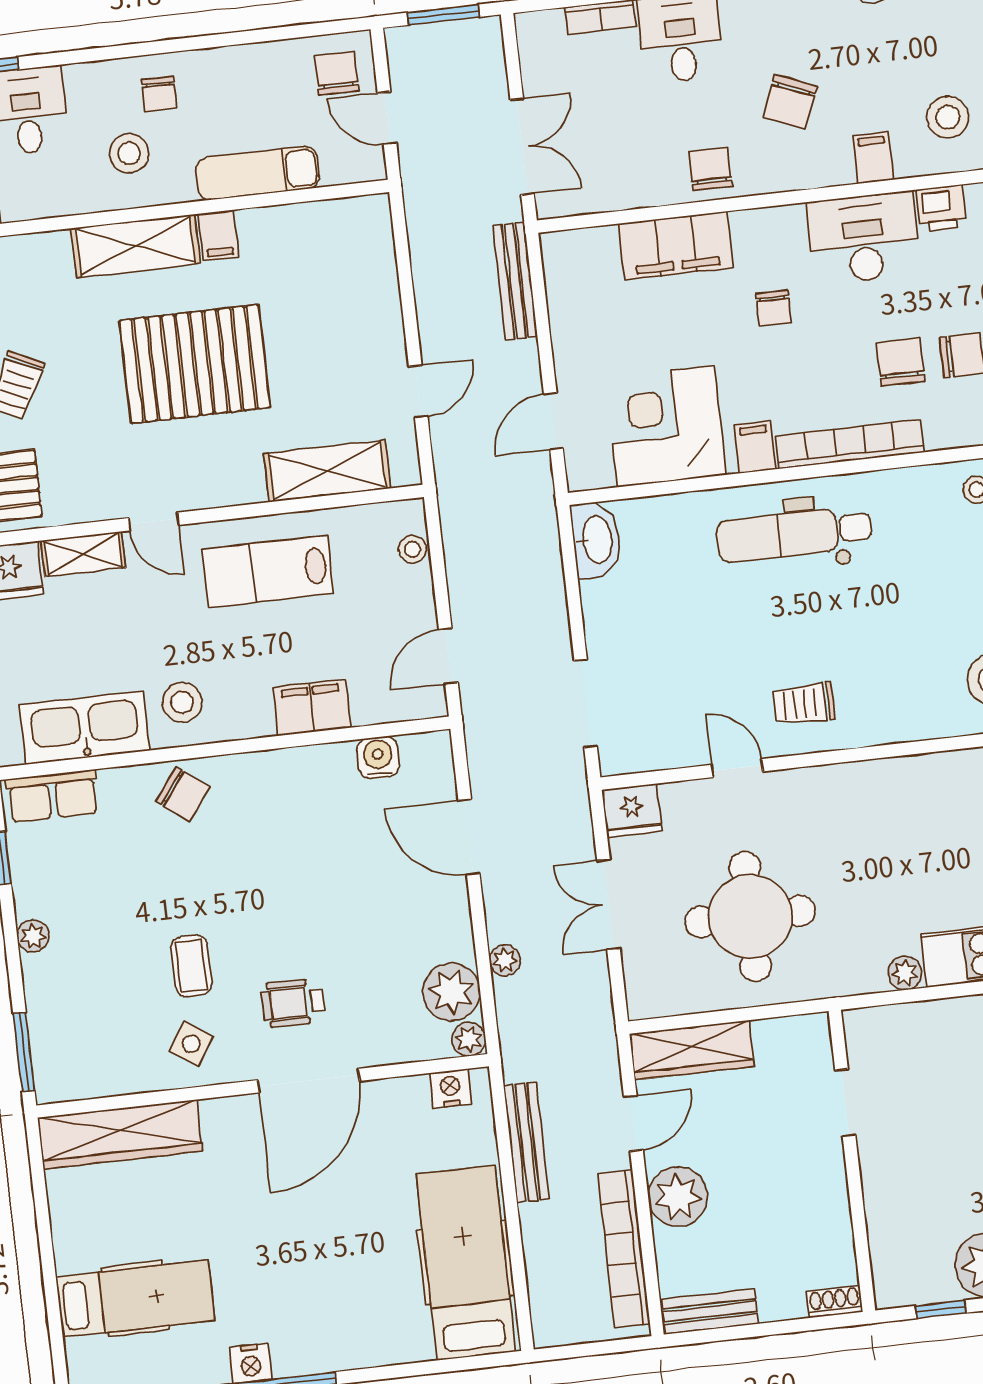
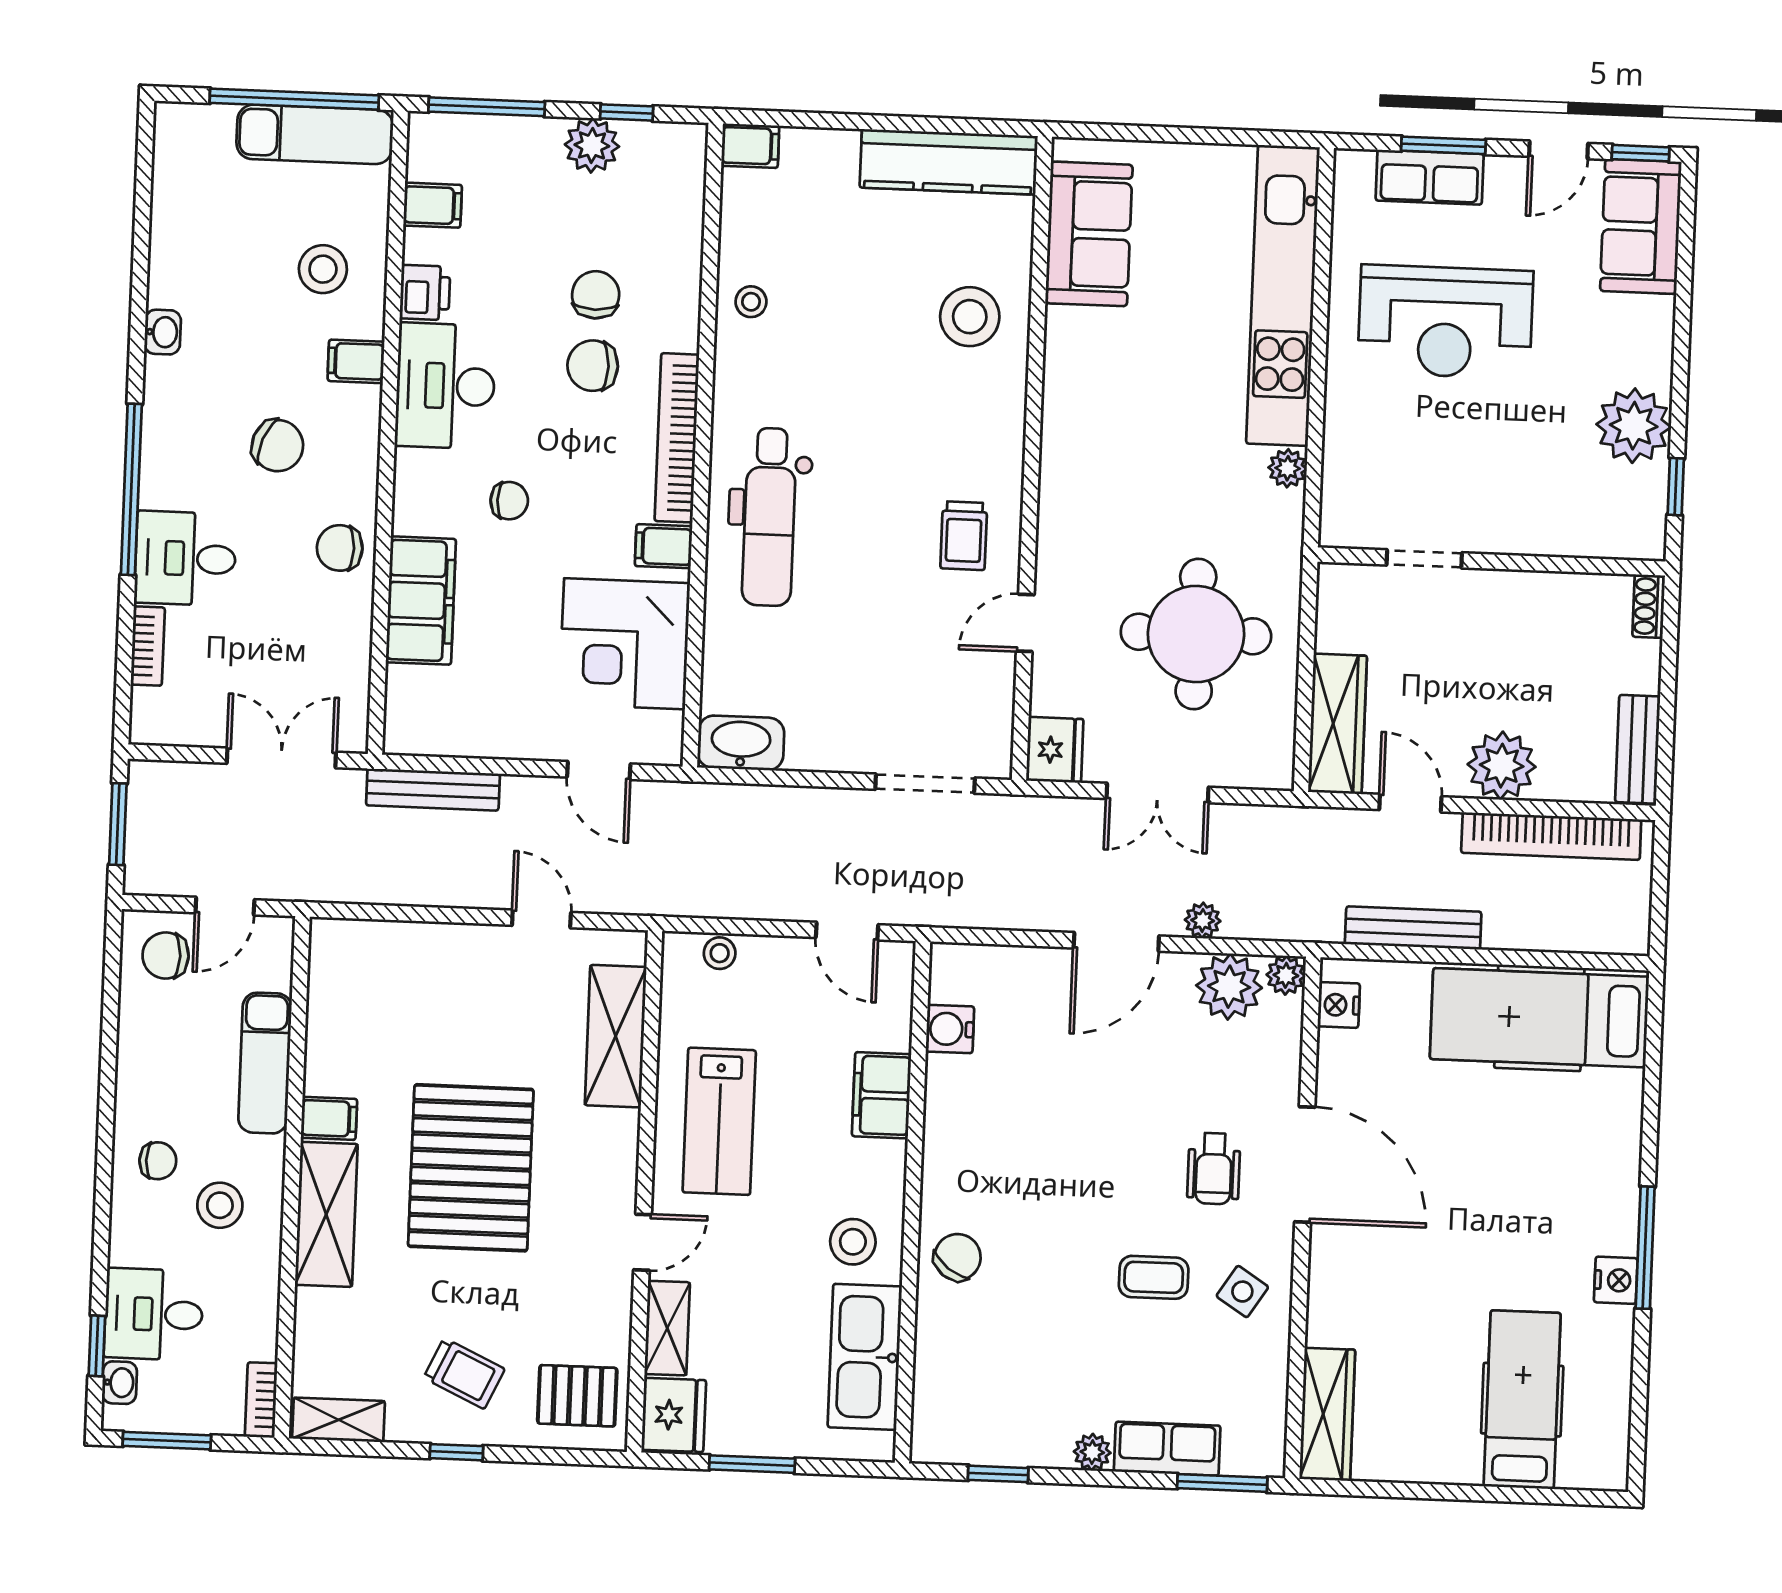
row of seats: (53, 796) -> (1167, 1449), moved, turned -90
door: (469, 837) -> (1116, 942), moved
wardrobe: (120, 1134) -> (1327, 1414), width x0.71, depth x0.85

